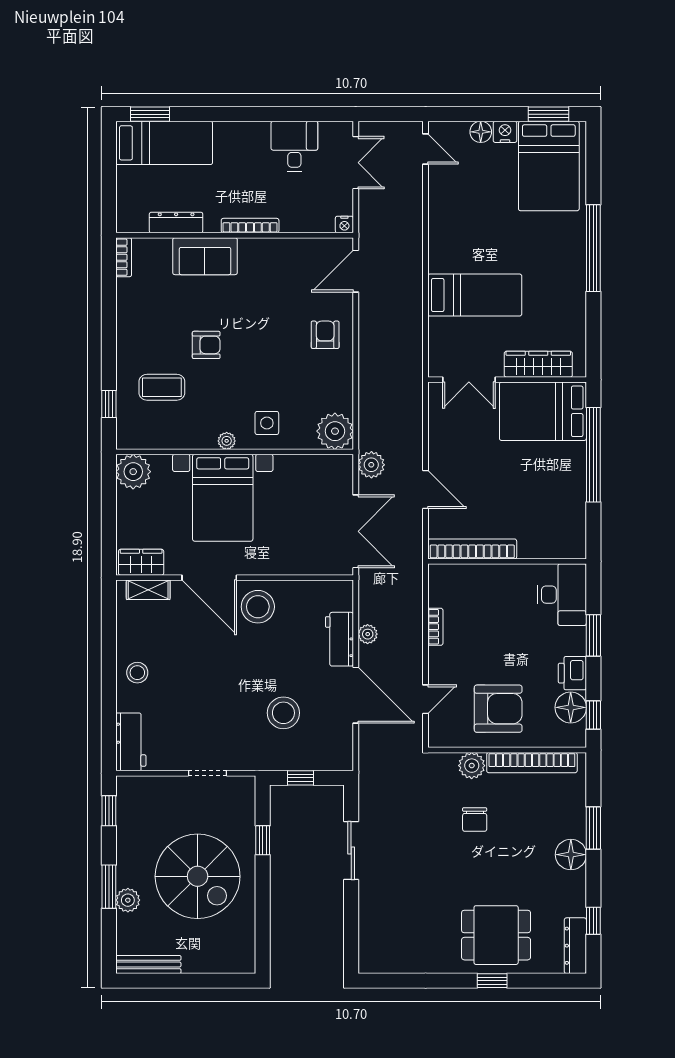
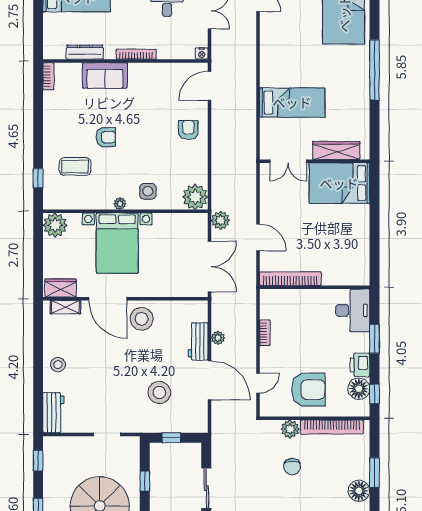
window: (593, 455) -> (374, 213), removed

